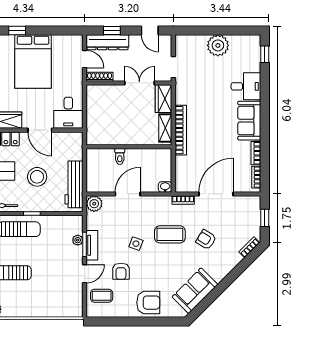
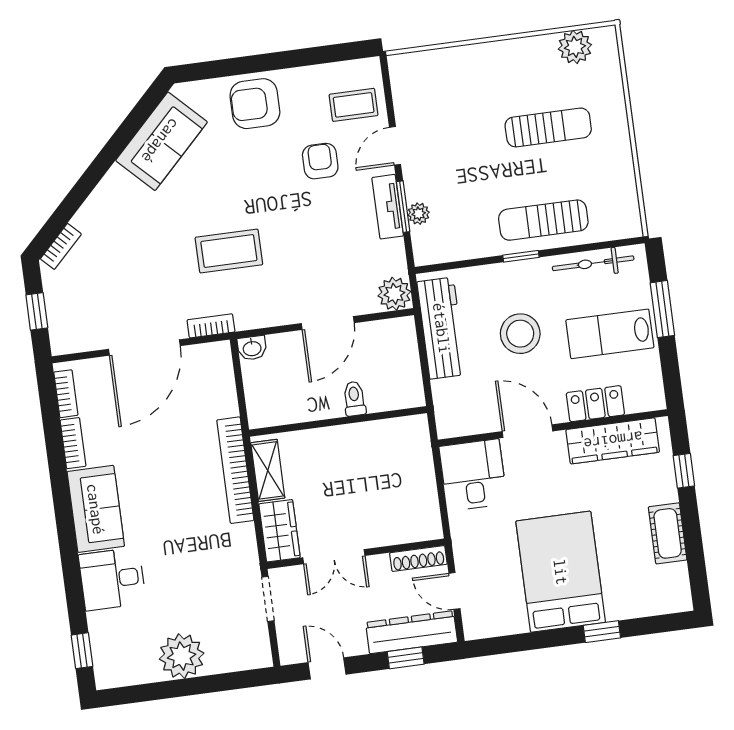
armchair: (206, 240) -> (152, 250), removed
side table: (136, 244) -> (297, 222), removed

